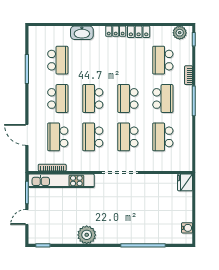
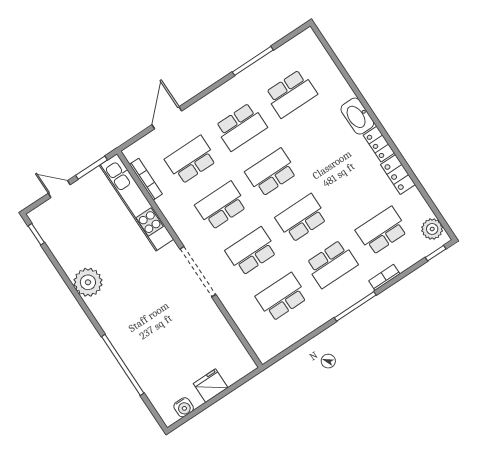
washbasin: (82, 33) -> (357, 116), moved
fridge: (185, 182) -> (211, 386), moved

